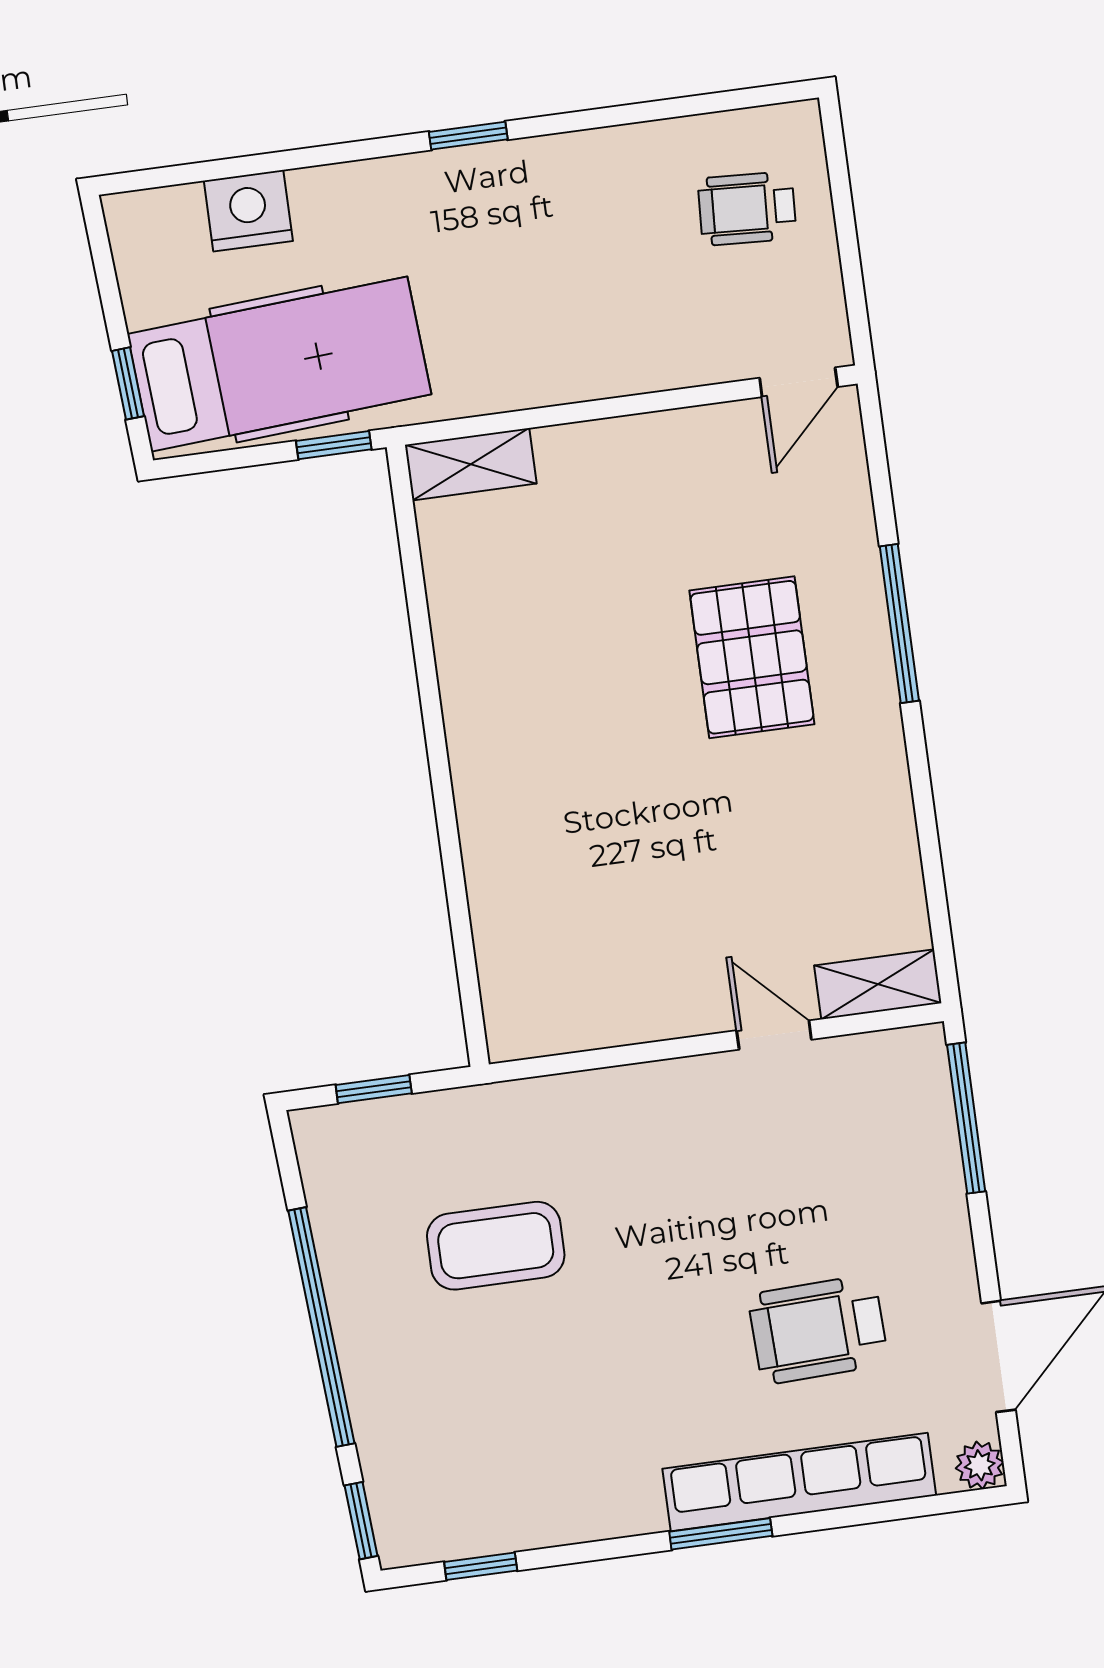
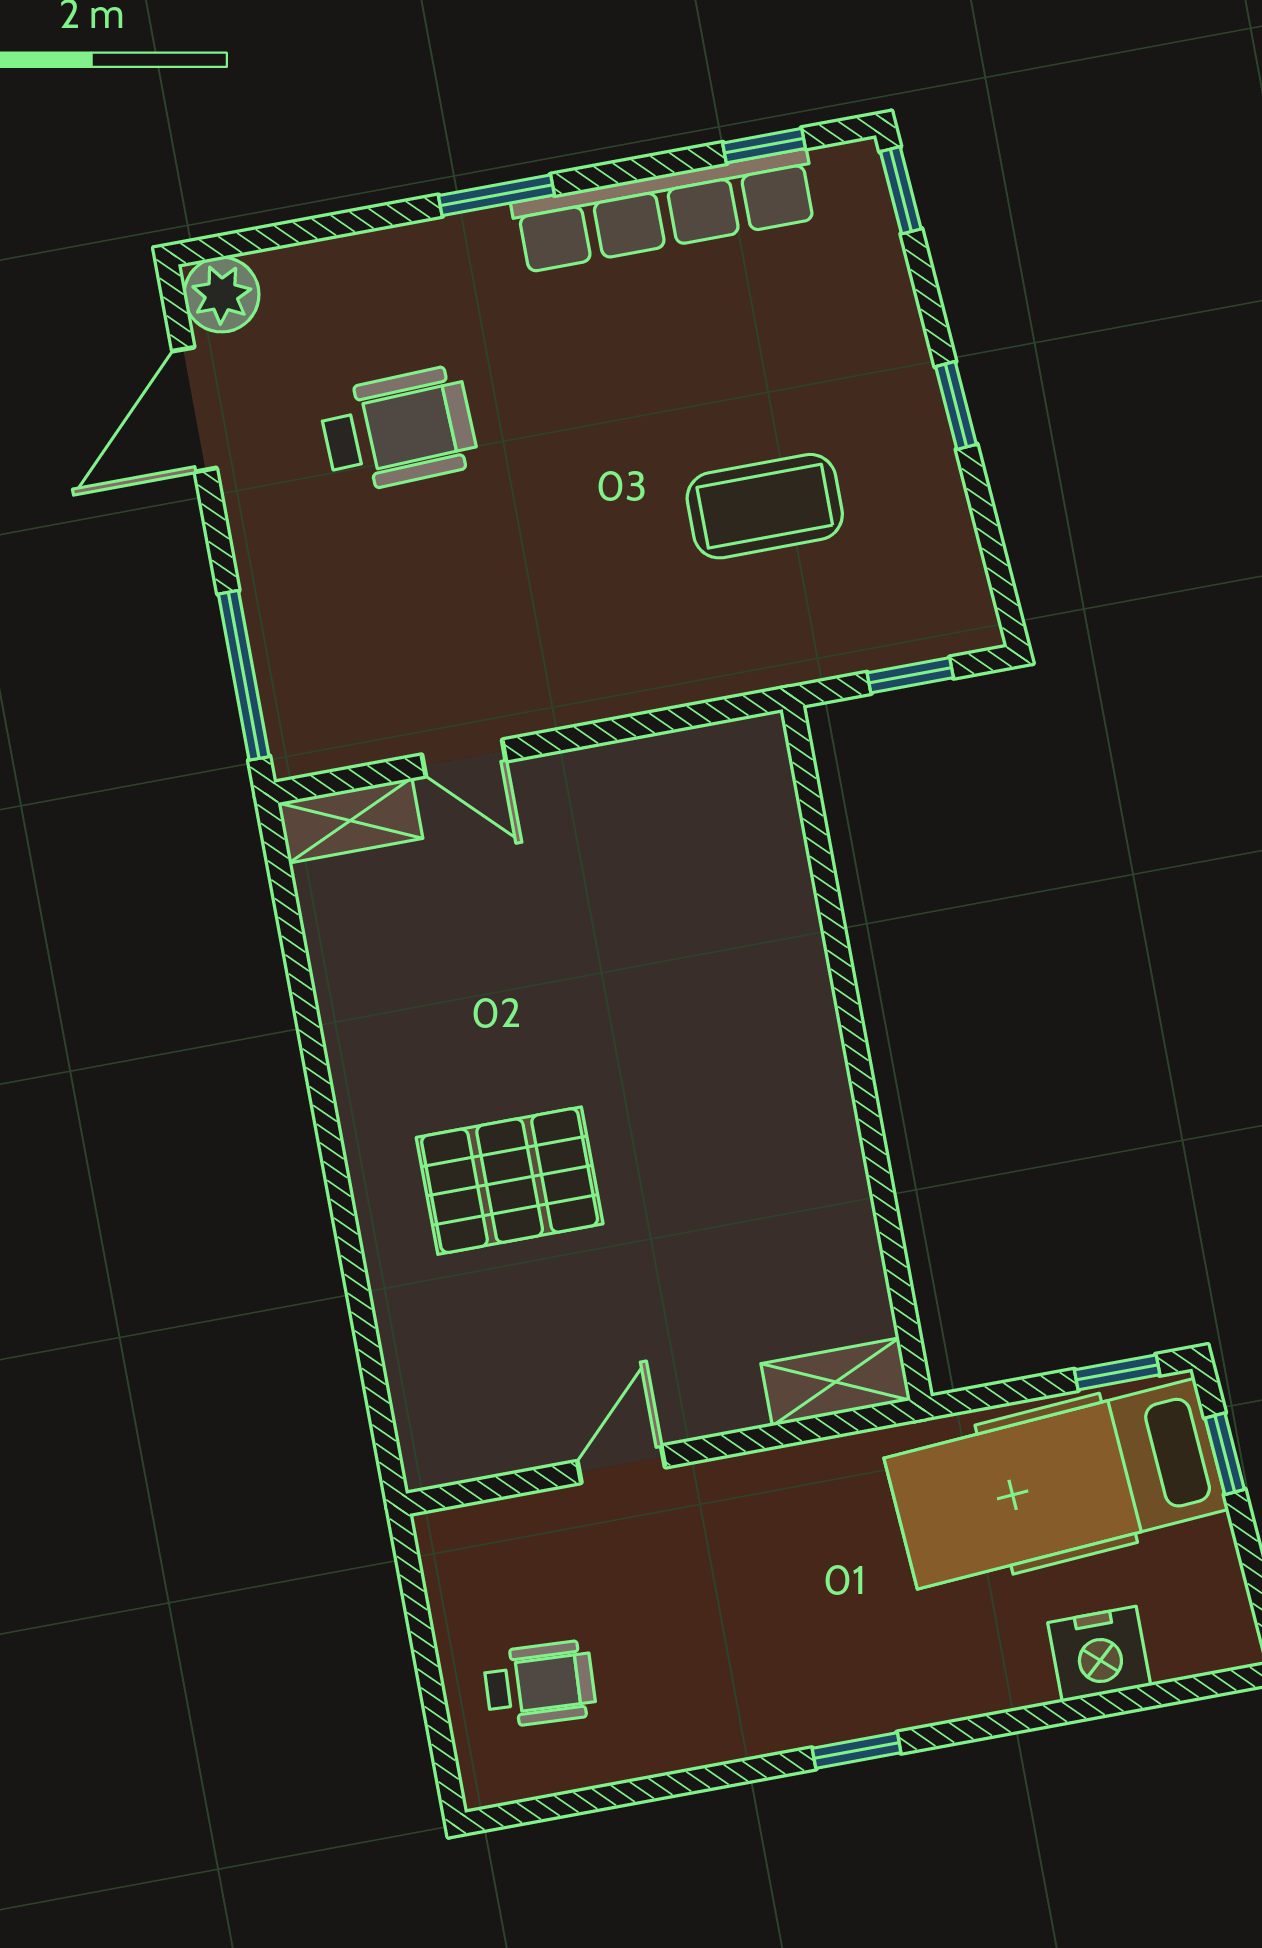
door: (799, 382) -> (621, 1464), moved
window: (334, 445) -> (1117, 1372), moved
window: (899, 624) -> (346, 1227), removed
pallet: (752, 657) -> (510, 1181), turned 90
window: (321, 1327) -> (956, 405), width x0.32
plant: (980, 1465) -> (222, 295), width x1.38, depth x1.38
row of seats: (799, 1482) -> (665, 211), moved

